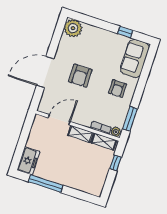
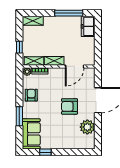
plant: (73, 28) -> (87, 127), moved
armchair: (80, 76) -> (69, 106), turned -90
armchair: (118, 89) -> (31, 95), moved
window: (130, 119) -> (19, 116), moved
shelving: (90, 188) -> (33, 21), added

